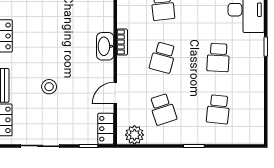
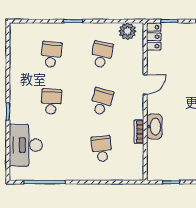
bookcase: (122, 42) -> (139, 132), moved
washbasin: (105, 46) -> (154, 127), moved
door: (115, 93) -> (145, 84), moved
school desk: (163, 109) -> (102, 54), turned 30

